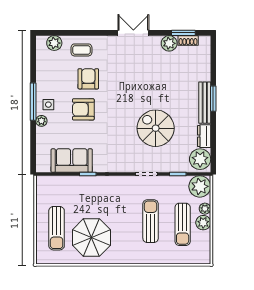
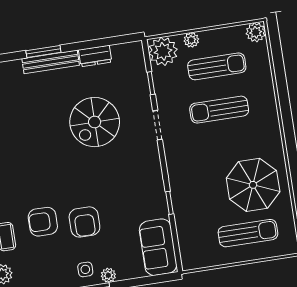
plant: (200, 159) -> (127, 57), removed
sofa: (72, 161) -> (158, 247), moved
plant: (203, 223) -> (256, 32), moved

